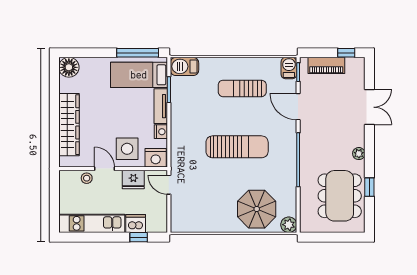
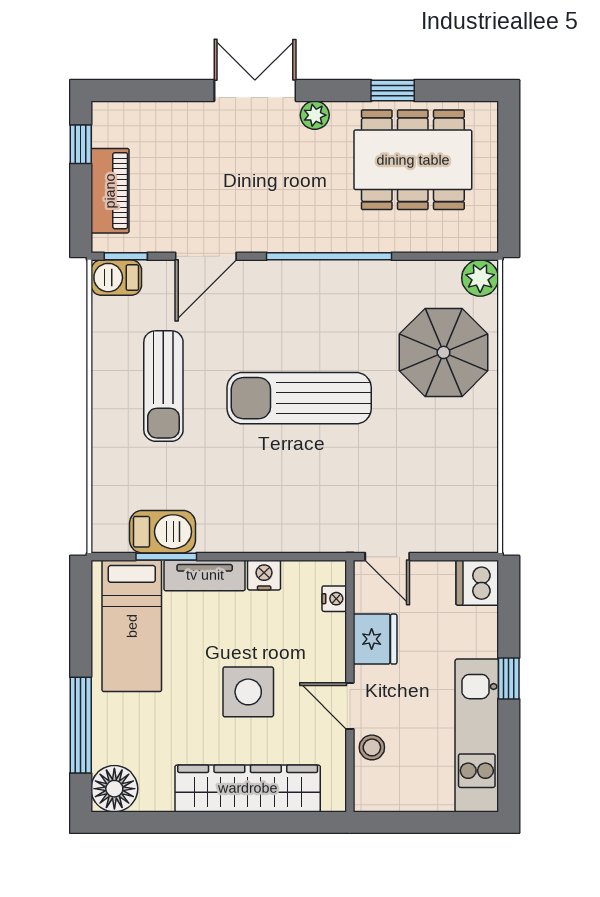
window: (138, 53) -> (81, 725), moved
barbecue: (184, 66) -> (163, 532), moved, turned -90
double door: (369, 107) -> (255, 91), moved
sun lounger: (237, 147) -> (299, 398), turned -90
side table: (127, 149) -> (248, 692), moved
nightstand: (156, 158) -> (334, 599), width x0.53, depth x0.56
door: (105, 169) -> (350, 706), hinge flipped
door: (169, 185) -> (387, 557), hinge flipped
dishwasher: (136, 223) -> (477, 583), moved
window: (139, 237) -> (509, 678), moved

